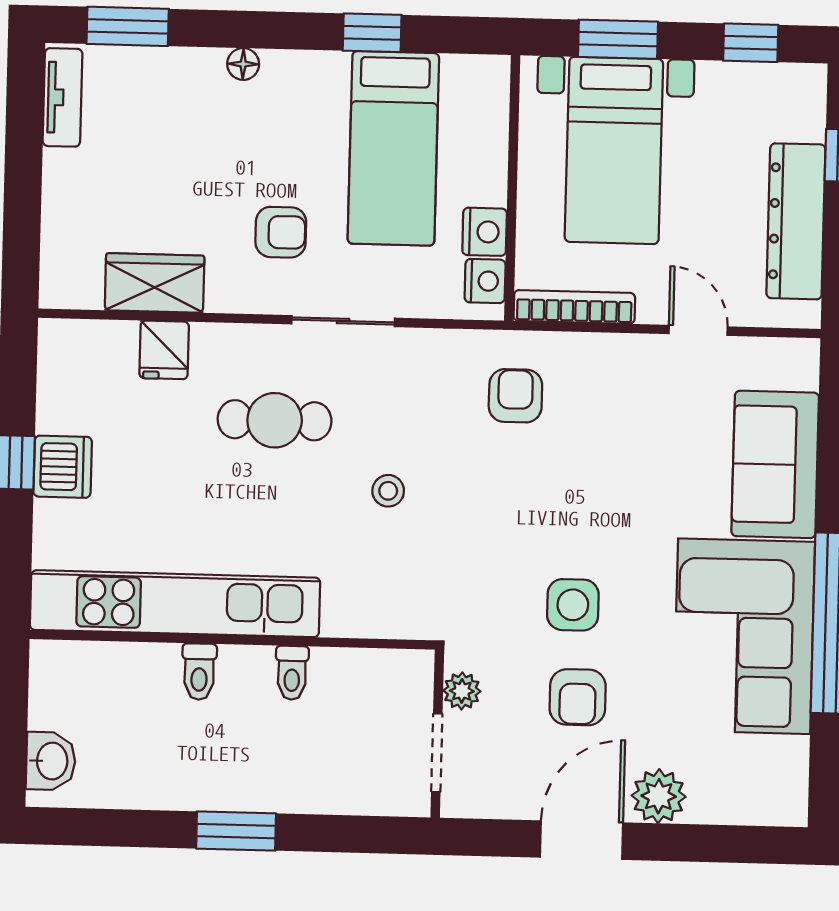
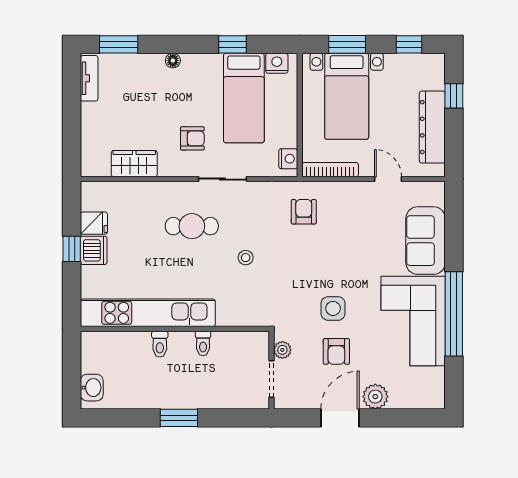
nightstand: (485, 232) -> (277, 63), moved, turned -90
fridge: (164, 350) -> (94, 223), moved, turned -90

